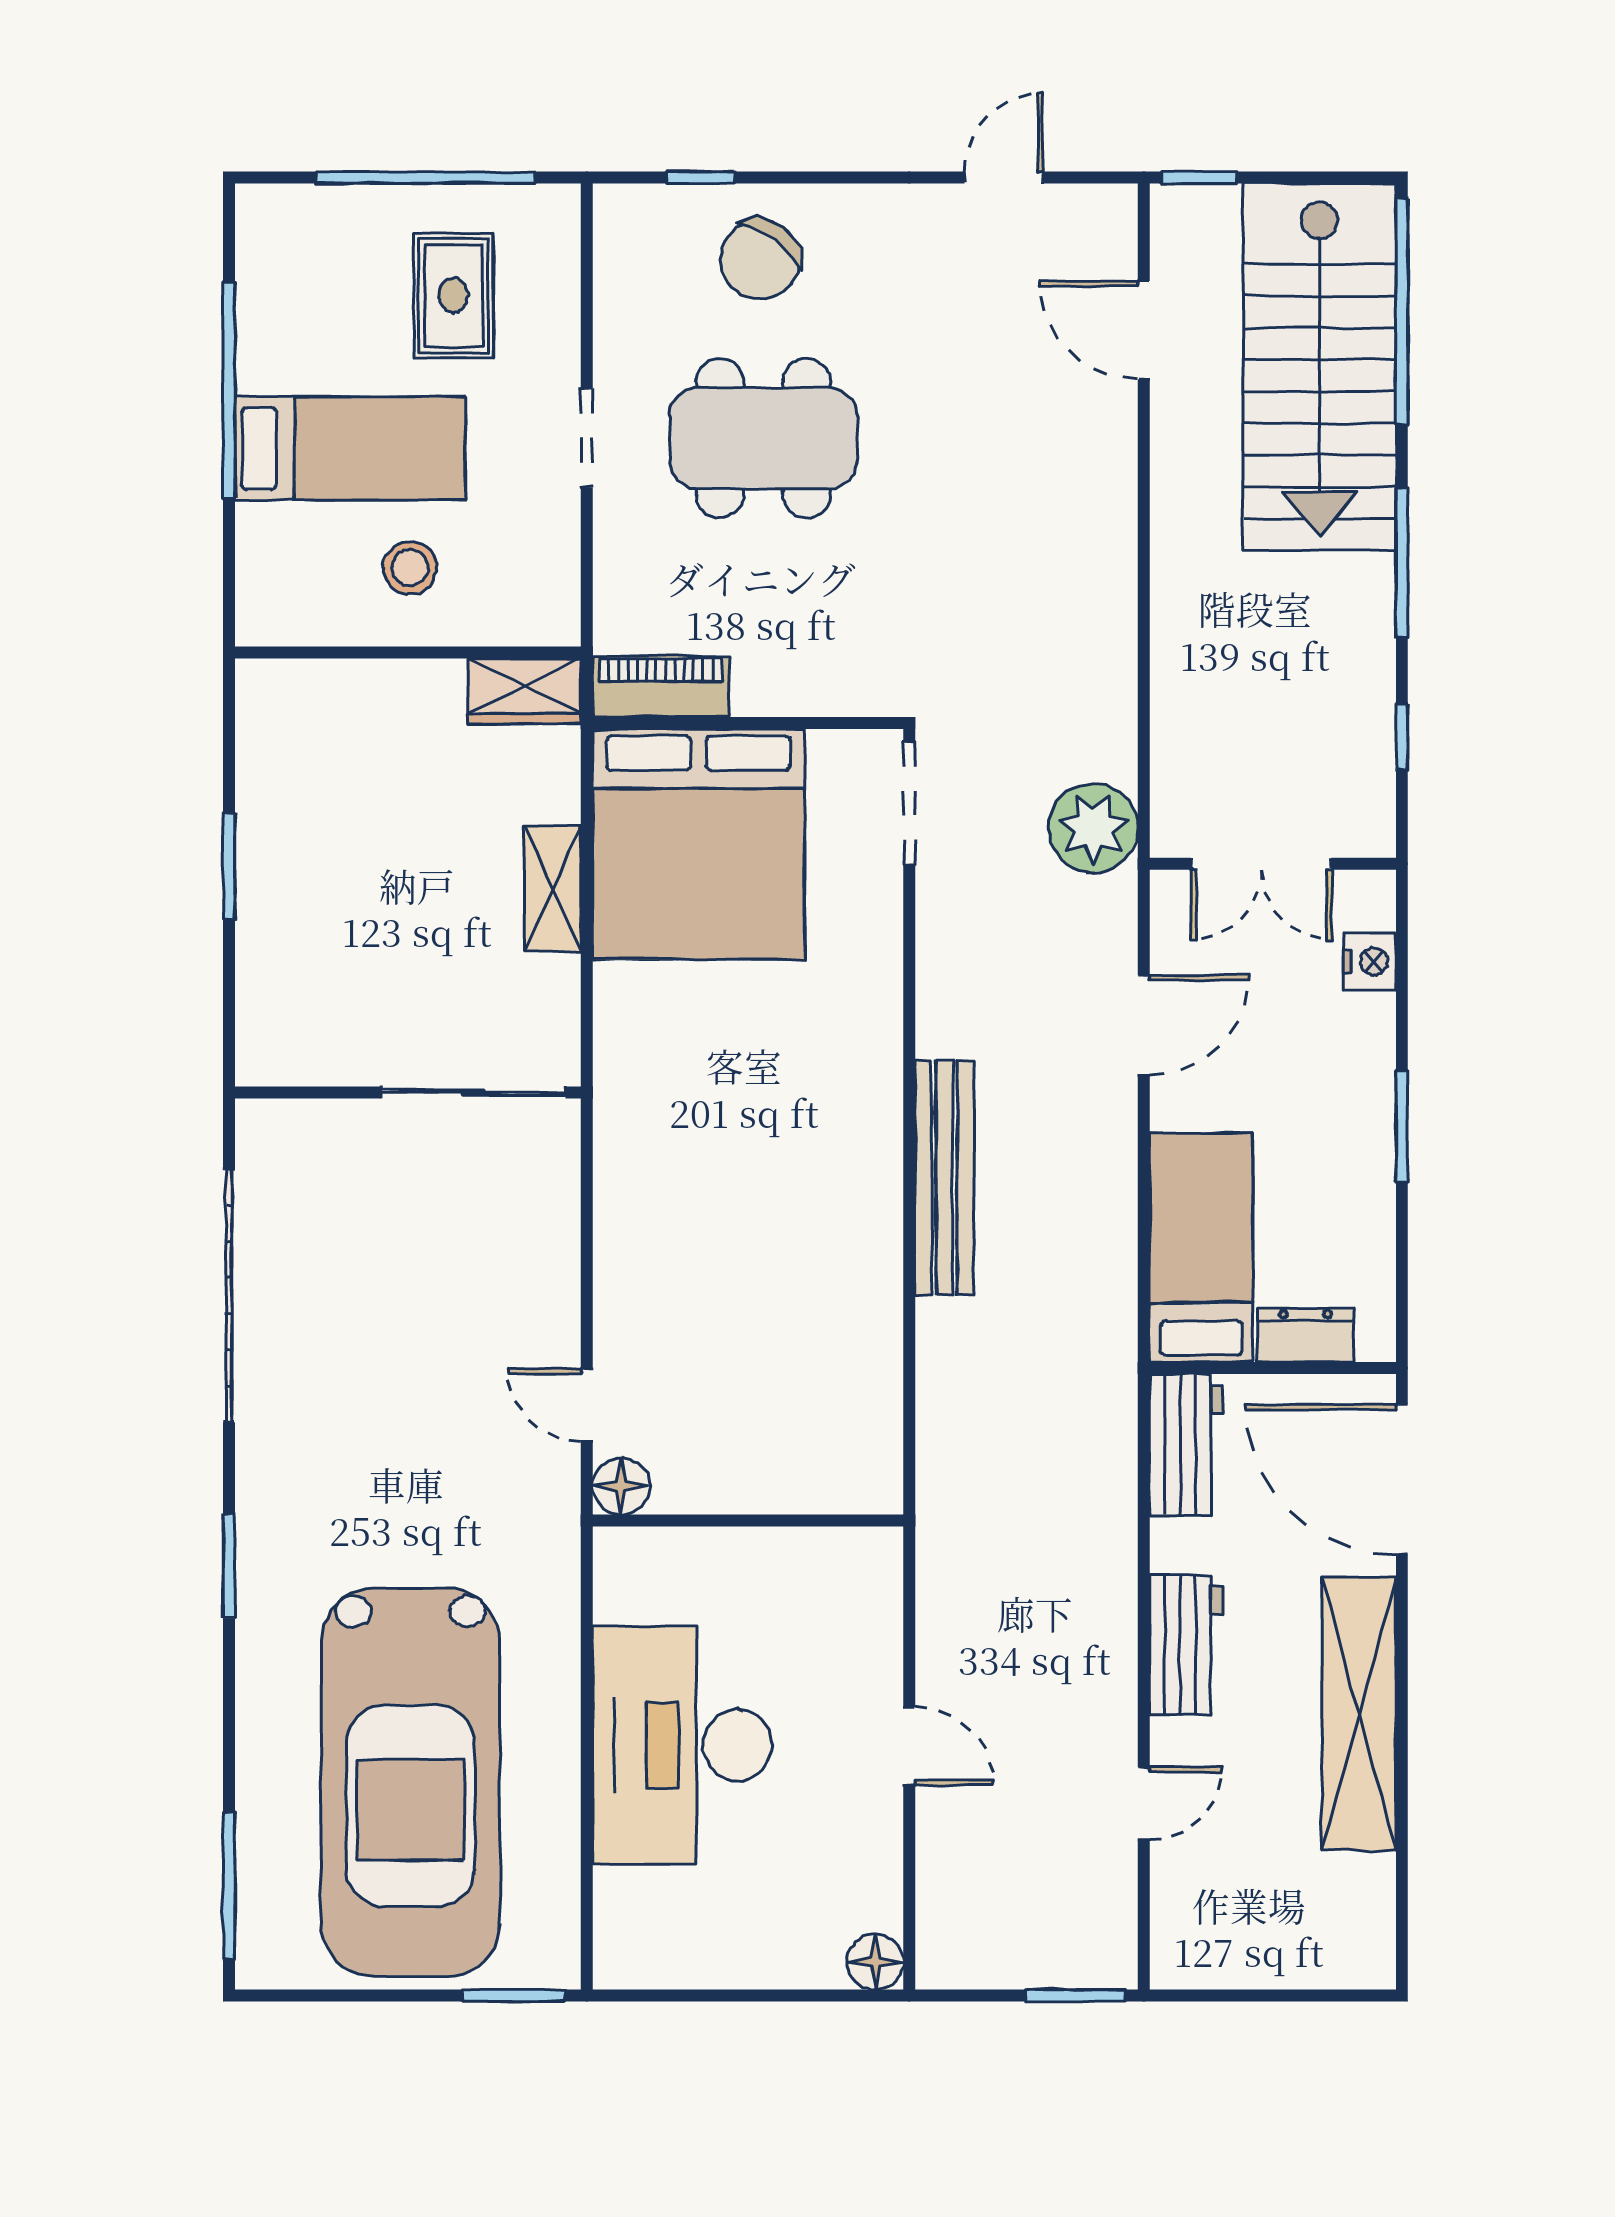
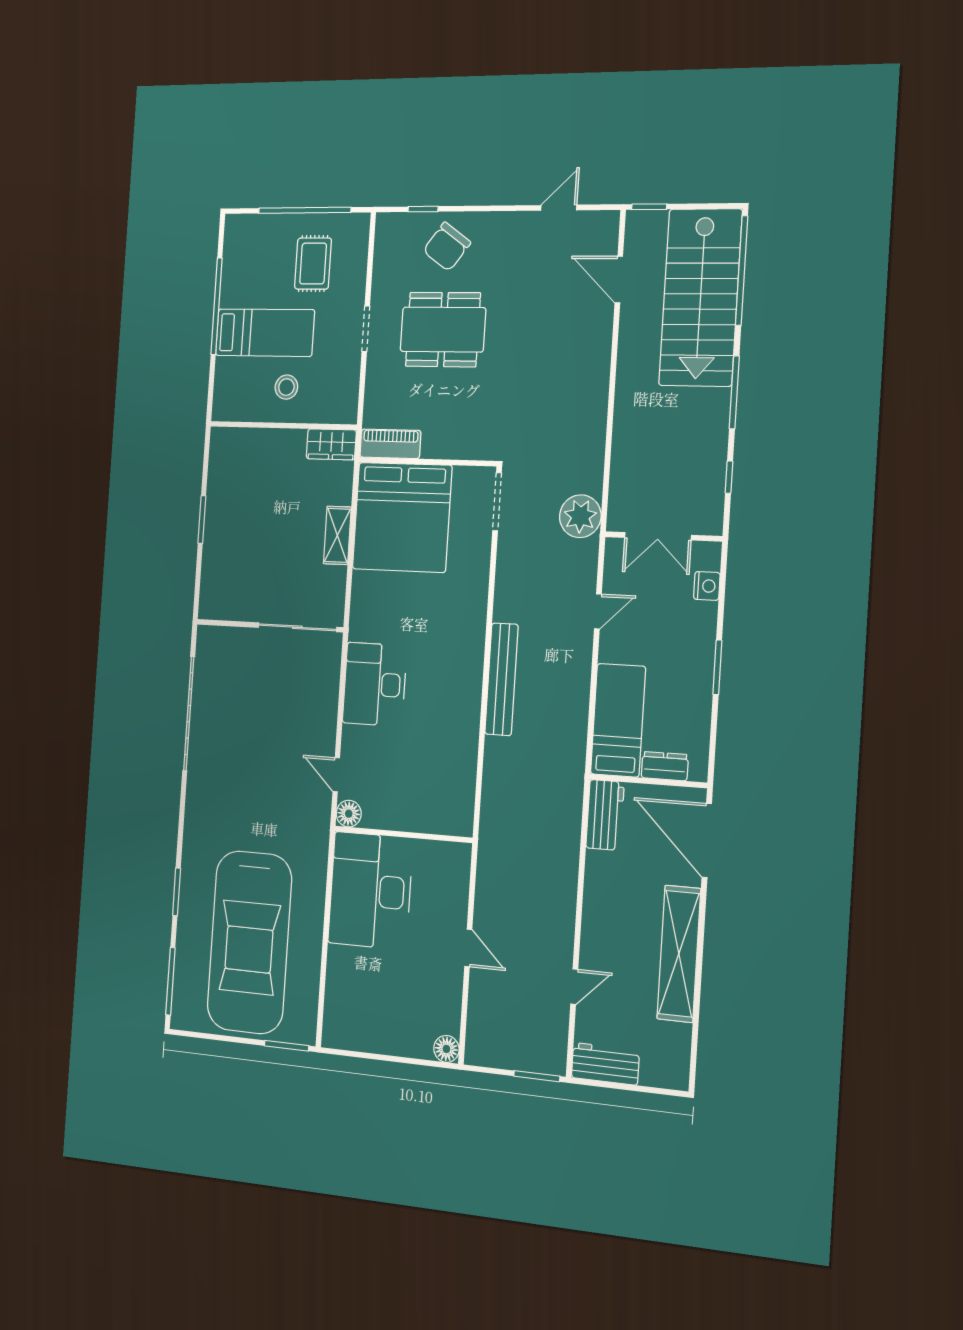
door: (1144, 1025) -> (598, 611), width x0.73
desk: (661, 1205) -> (375, 684), added
window: (229, 1566) -> (177, 892), moved
workbench: (1186, 1645) -> (605, 1064), moved, turned -90
desk: (682, 1745) -> (370, 891), moved

